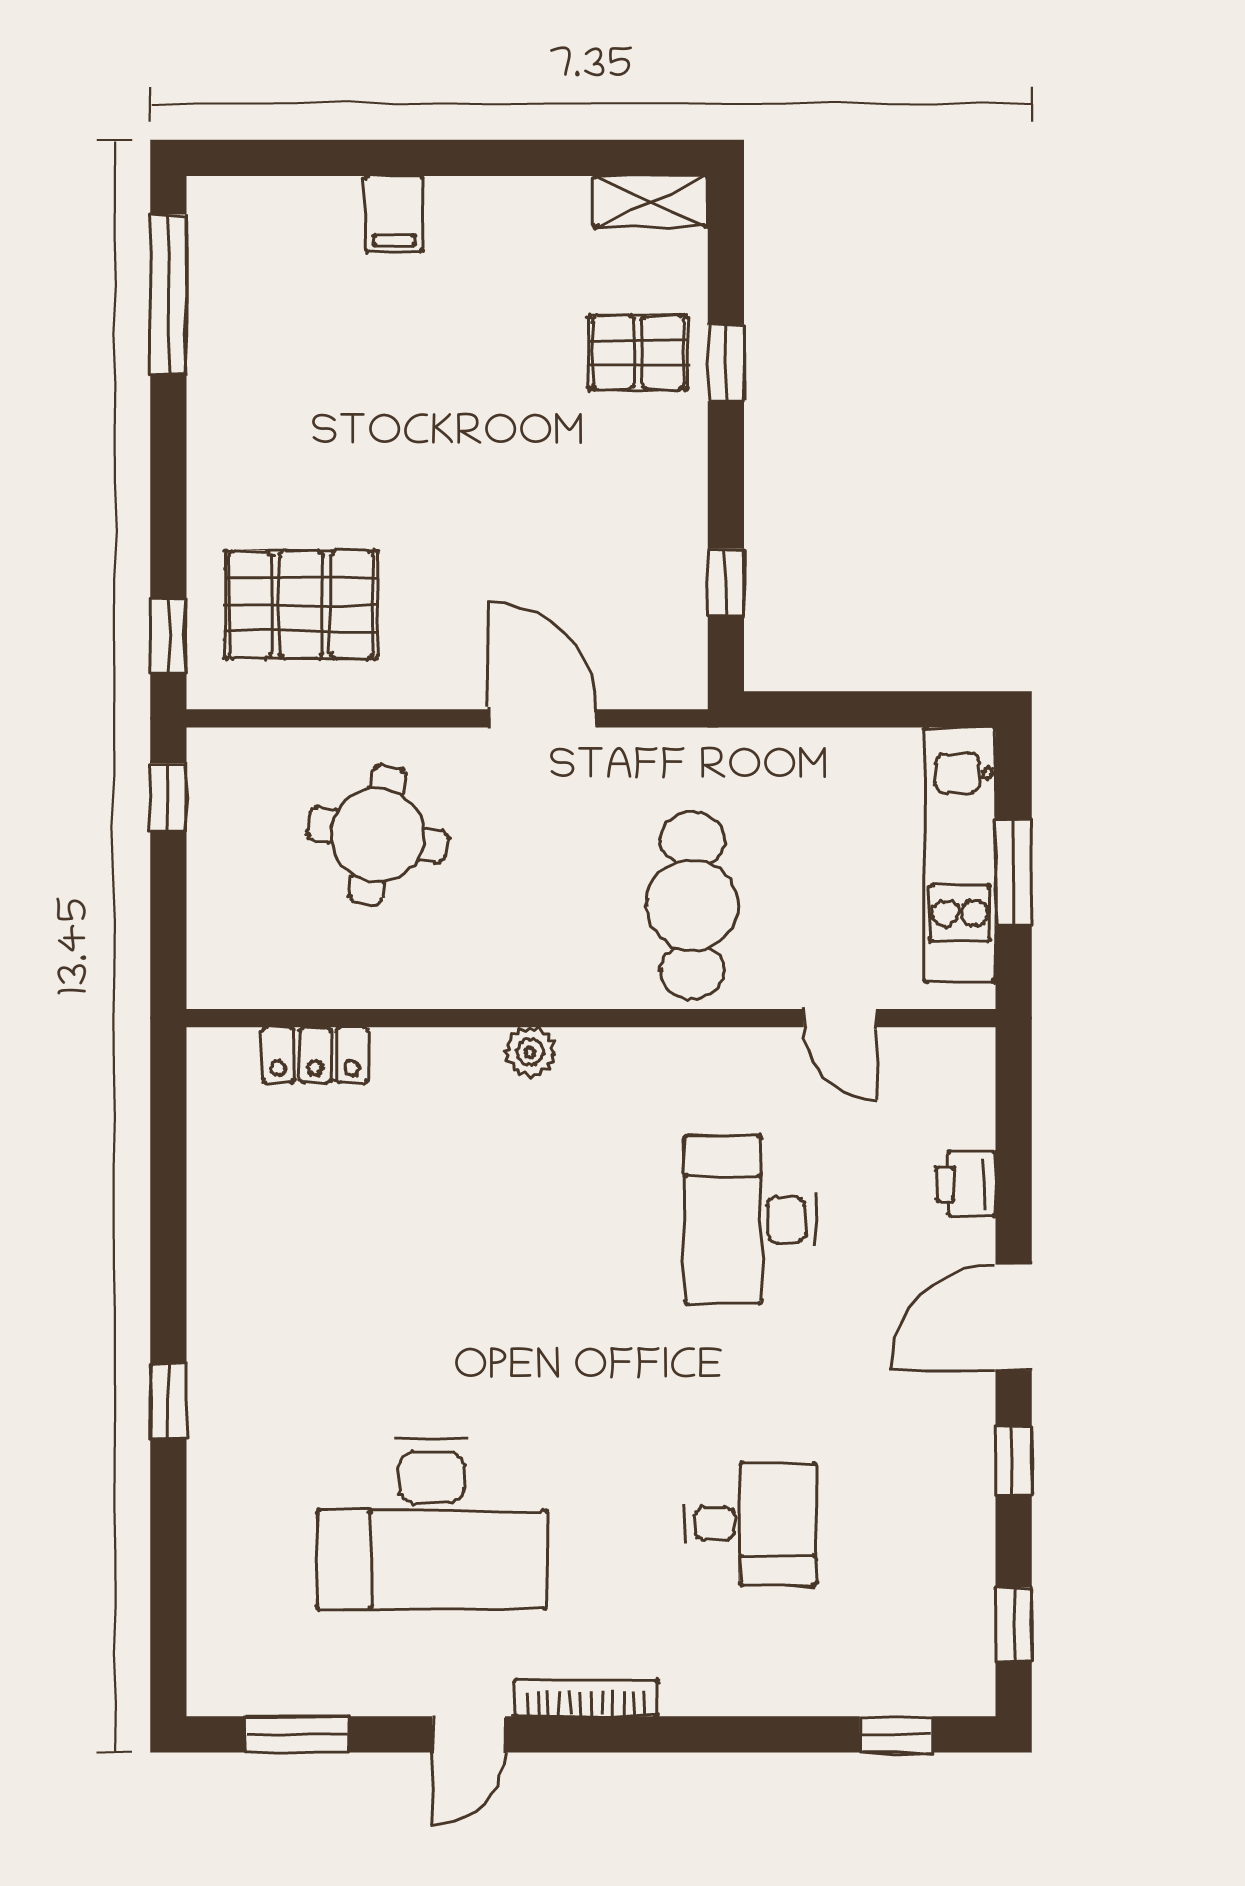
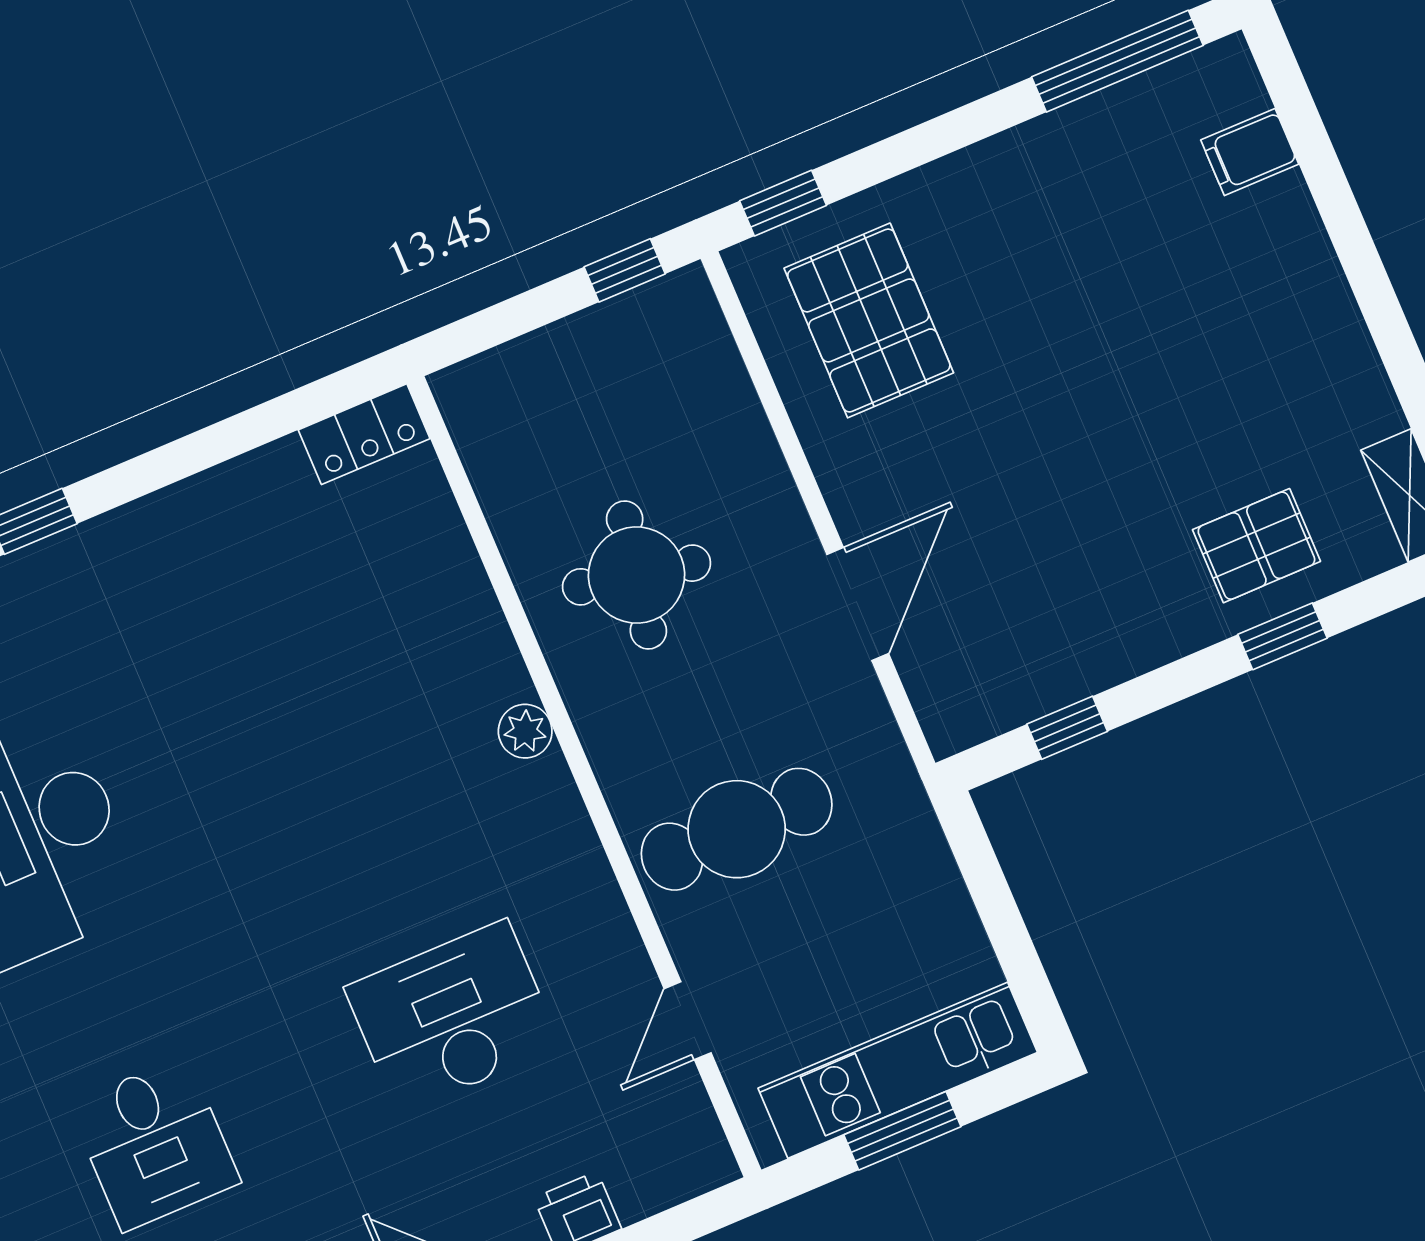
filing cabinet: (394, 214) -> (1250, 152), moved
pallet: (638, 352) -> (1256, 546), turned 90
round table: (377, 835) -> (637, 575), moved
locker: (315, 1055) -> (364, 434), moved, turned -90

